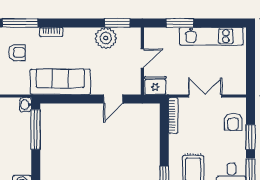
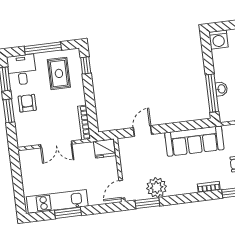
window: (180, 23) -> (68, 213), moved
door: (142, 58) -> (122, 189), moved
washbasin: (25, 105) -> (221, 89), moved
armchair: (233, 122) -> (27, 103), moved

